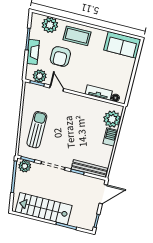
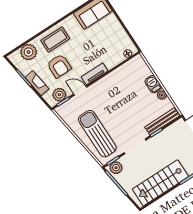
tv unit: (99, 93) -> (95, 74), moved
plant: (112, 119) -> (162, 95), moved, width x0.53, depth x0.53
sun lounger: (37, 130) -> (97, 134), width x1.36, depth x1.34

